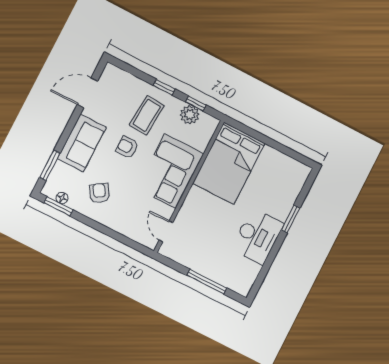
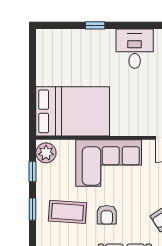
plant: (190, 115) -> (46, 153), moved
window: (291, 219) -> (95, 25), width x0.67
desk: (257, 236) -> (135, 49), width x0.73

